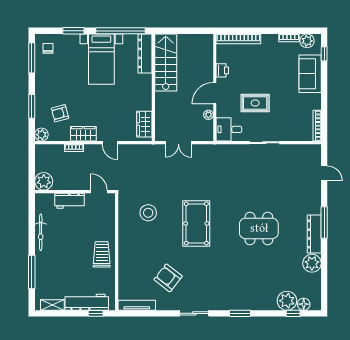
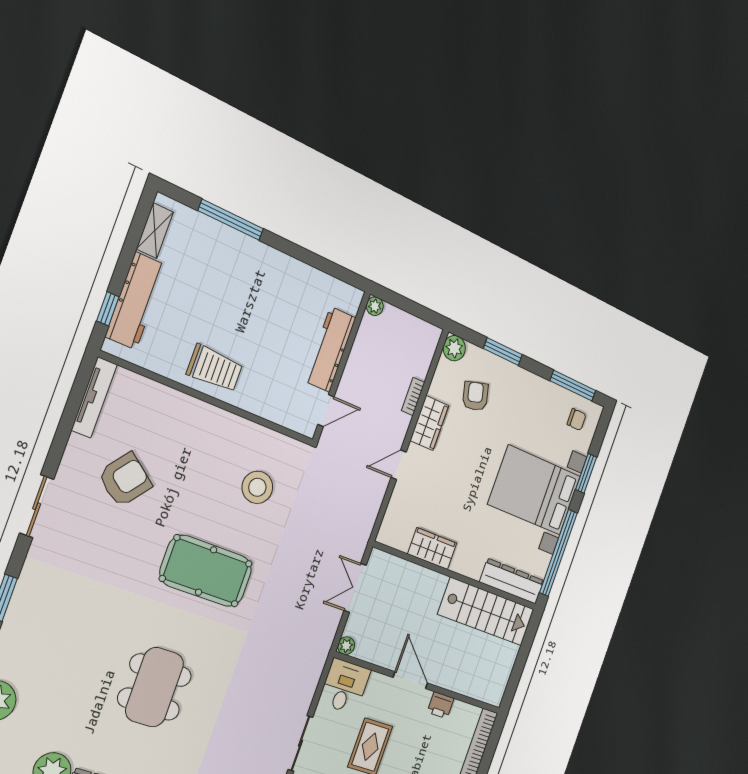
bed with nightstands: (101, 59) -> (534, 490), width x1.36
plant: (208, 115) -> (346, 646), moved
wardrobe: (144, 124) -> (432, 549), moved
plant: (44, 181) -> (375, 306), width x0.53, depth x0.53
workbench: (69, 201) -> (330, 349), width x1.37
bicycle: (41, 232) -> (295, 271), removed

